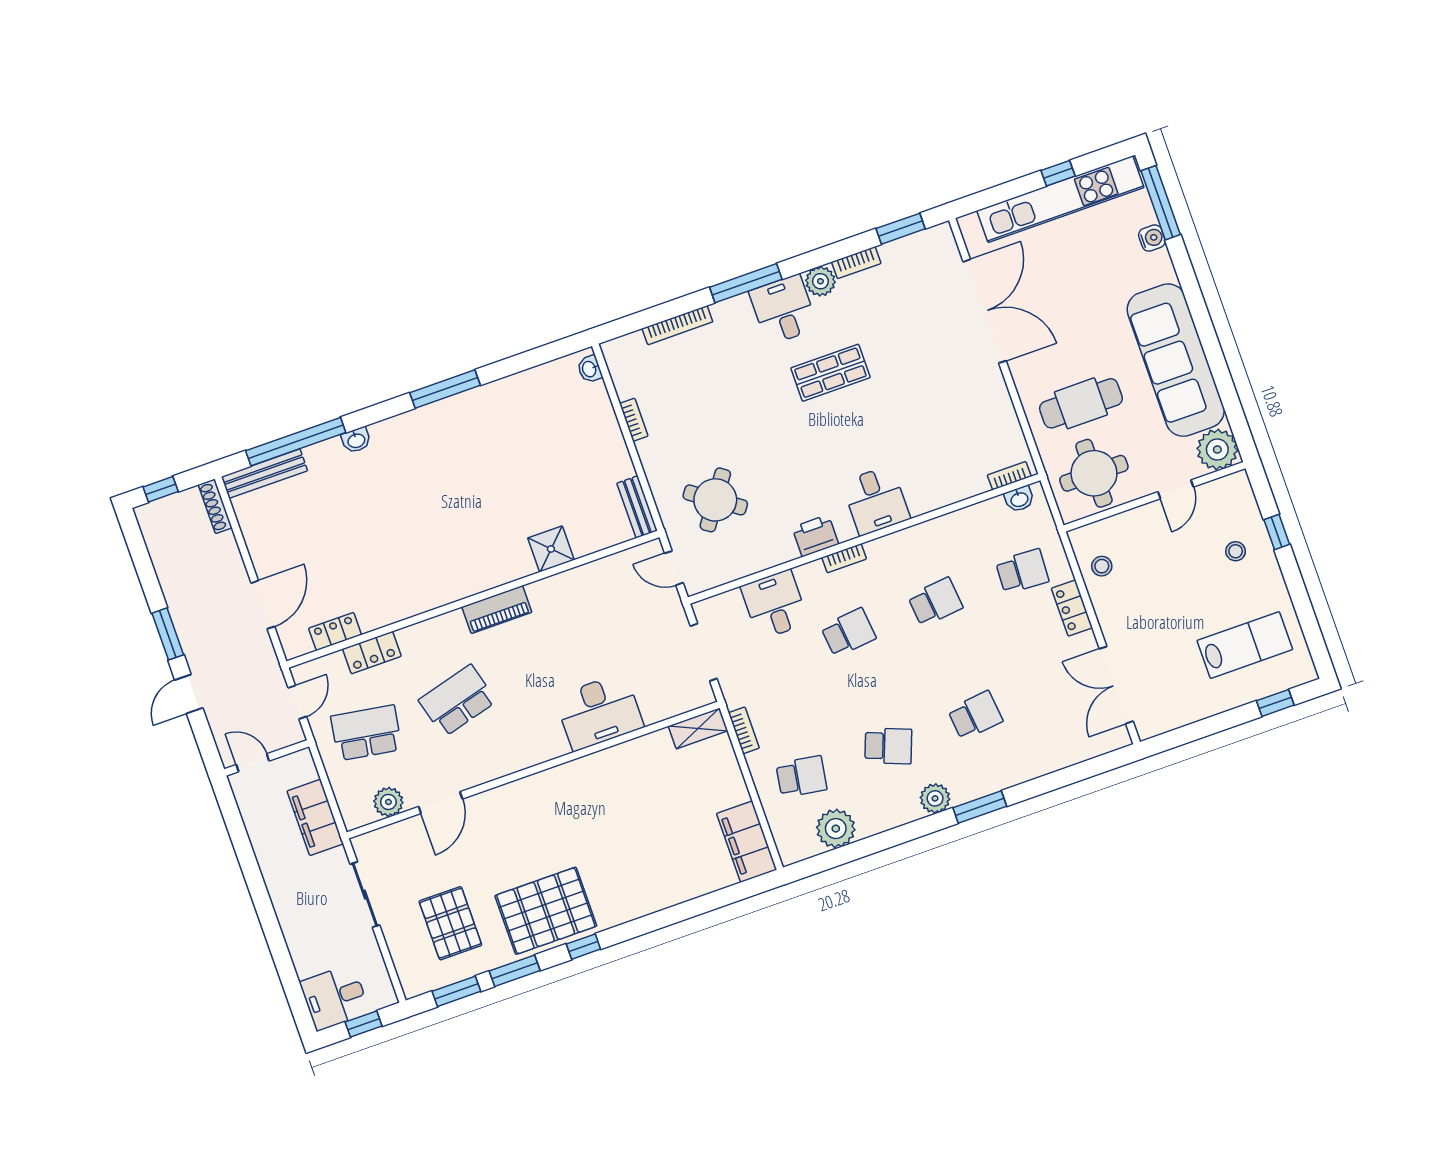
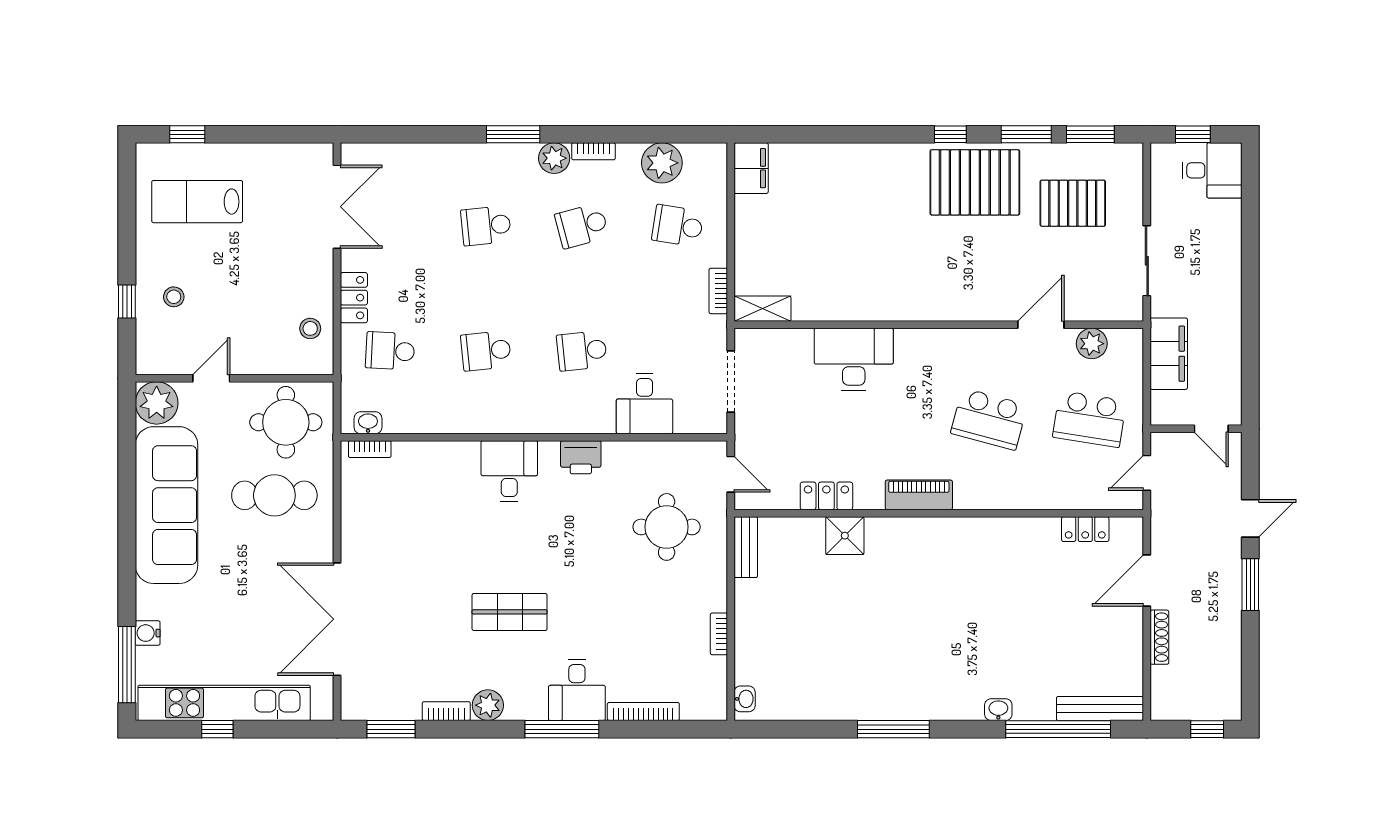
desk: (783, 310) -> (577, 690), moved
round table: (715, 500) -> (667, 527), turned -35
shoe rack: (215, 506) -> (1159, 637), moved
bookcase: (844, 558) -> (593, 151), moved, turned 180
locker: (372, 653) -> (826, 496), moved
school desk: (457, 701) -> (989, 419), turned 30
school desk: (888, 746) -> (582, 226), turned -36
filing cabinet: (747, 842) -> (751, 168), width x0.67, depth x0.86
pallet: (450, 923) -> (1073, 203), turned 90

